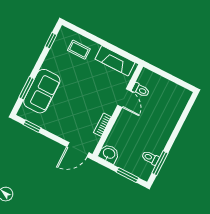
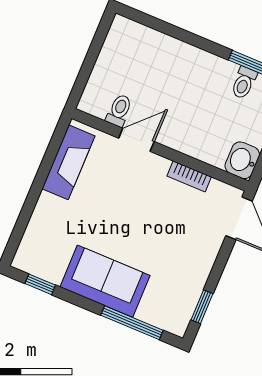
coffee table: (79, 50) -> (53, 231), removed
window: (27, 88) -> (132, 323), width x1.44
sofa: (42, 91) -> (105, 281), moved

